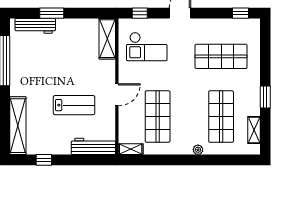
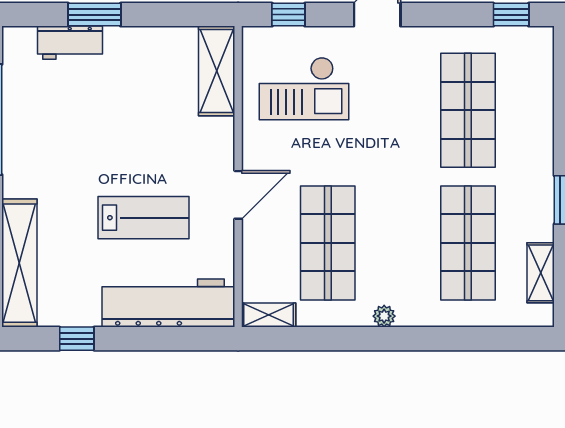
workbench: (35, 26) -> (70, 43), width x0.73
shop shelf: (221, 56) -> (468, 110), turned 90
workbench: (93, 146) -> (168, 303), width x1.36, depth x1.32
plant: (198, 150) -> (384, 316), moved

